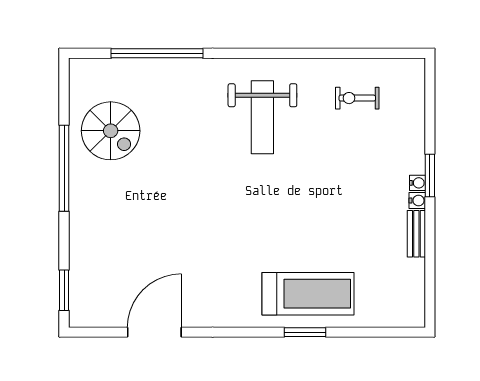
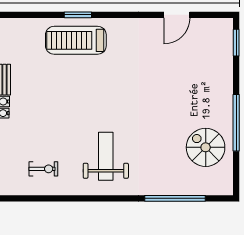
door: (154, 332) -> (177, 15), width x0.73

